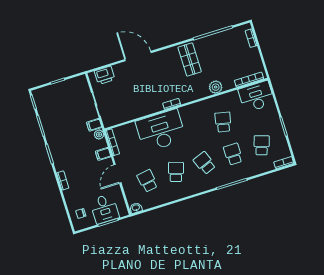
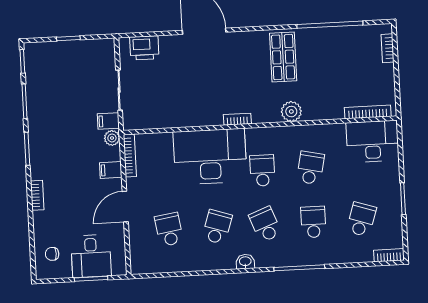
plant: (216, 87) -> (291, 112), moved
school desk: (195, 131) -> (262, 170), added
washbasin: (136, 208) -> (245, 262), moved

